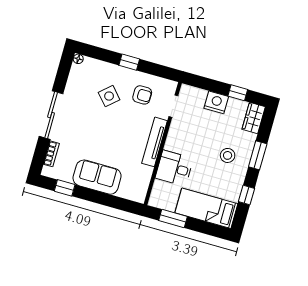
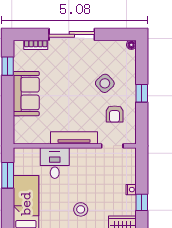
nightstand: (216, 102) -> (131, 190), width x0.53, depth x0.56

